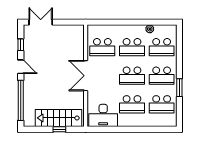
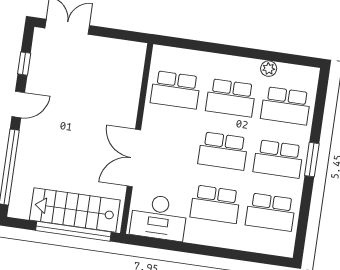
door: (21, 67) -> (18, 104), hinge flipped
double door: (86, 76) -> (134, 158), moved
window: (179, 88) -> (312, 160), moved
window: (59, 129) -> (73, 231), width x3.17

